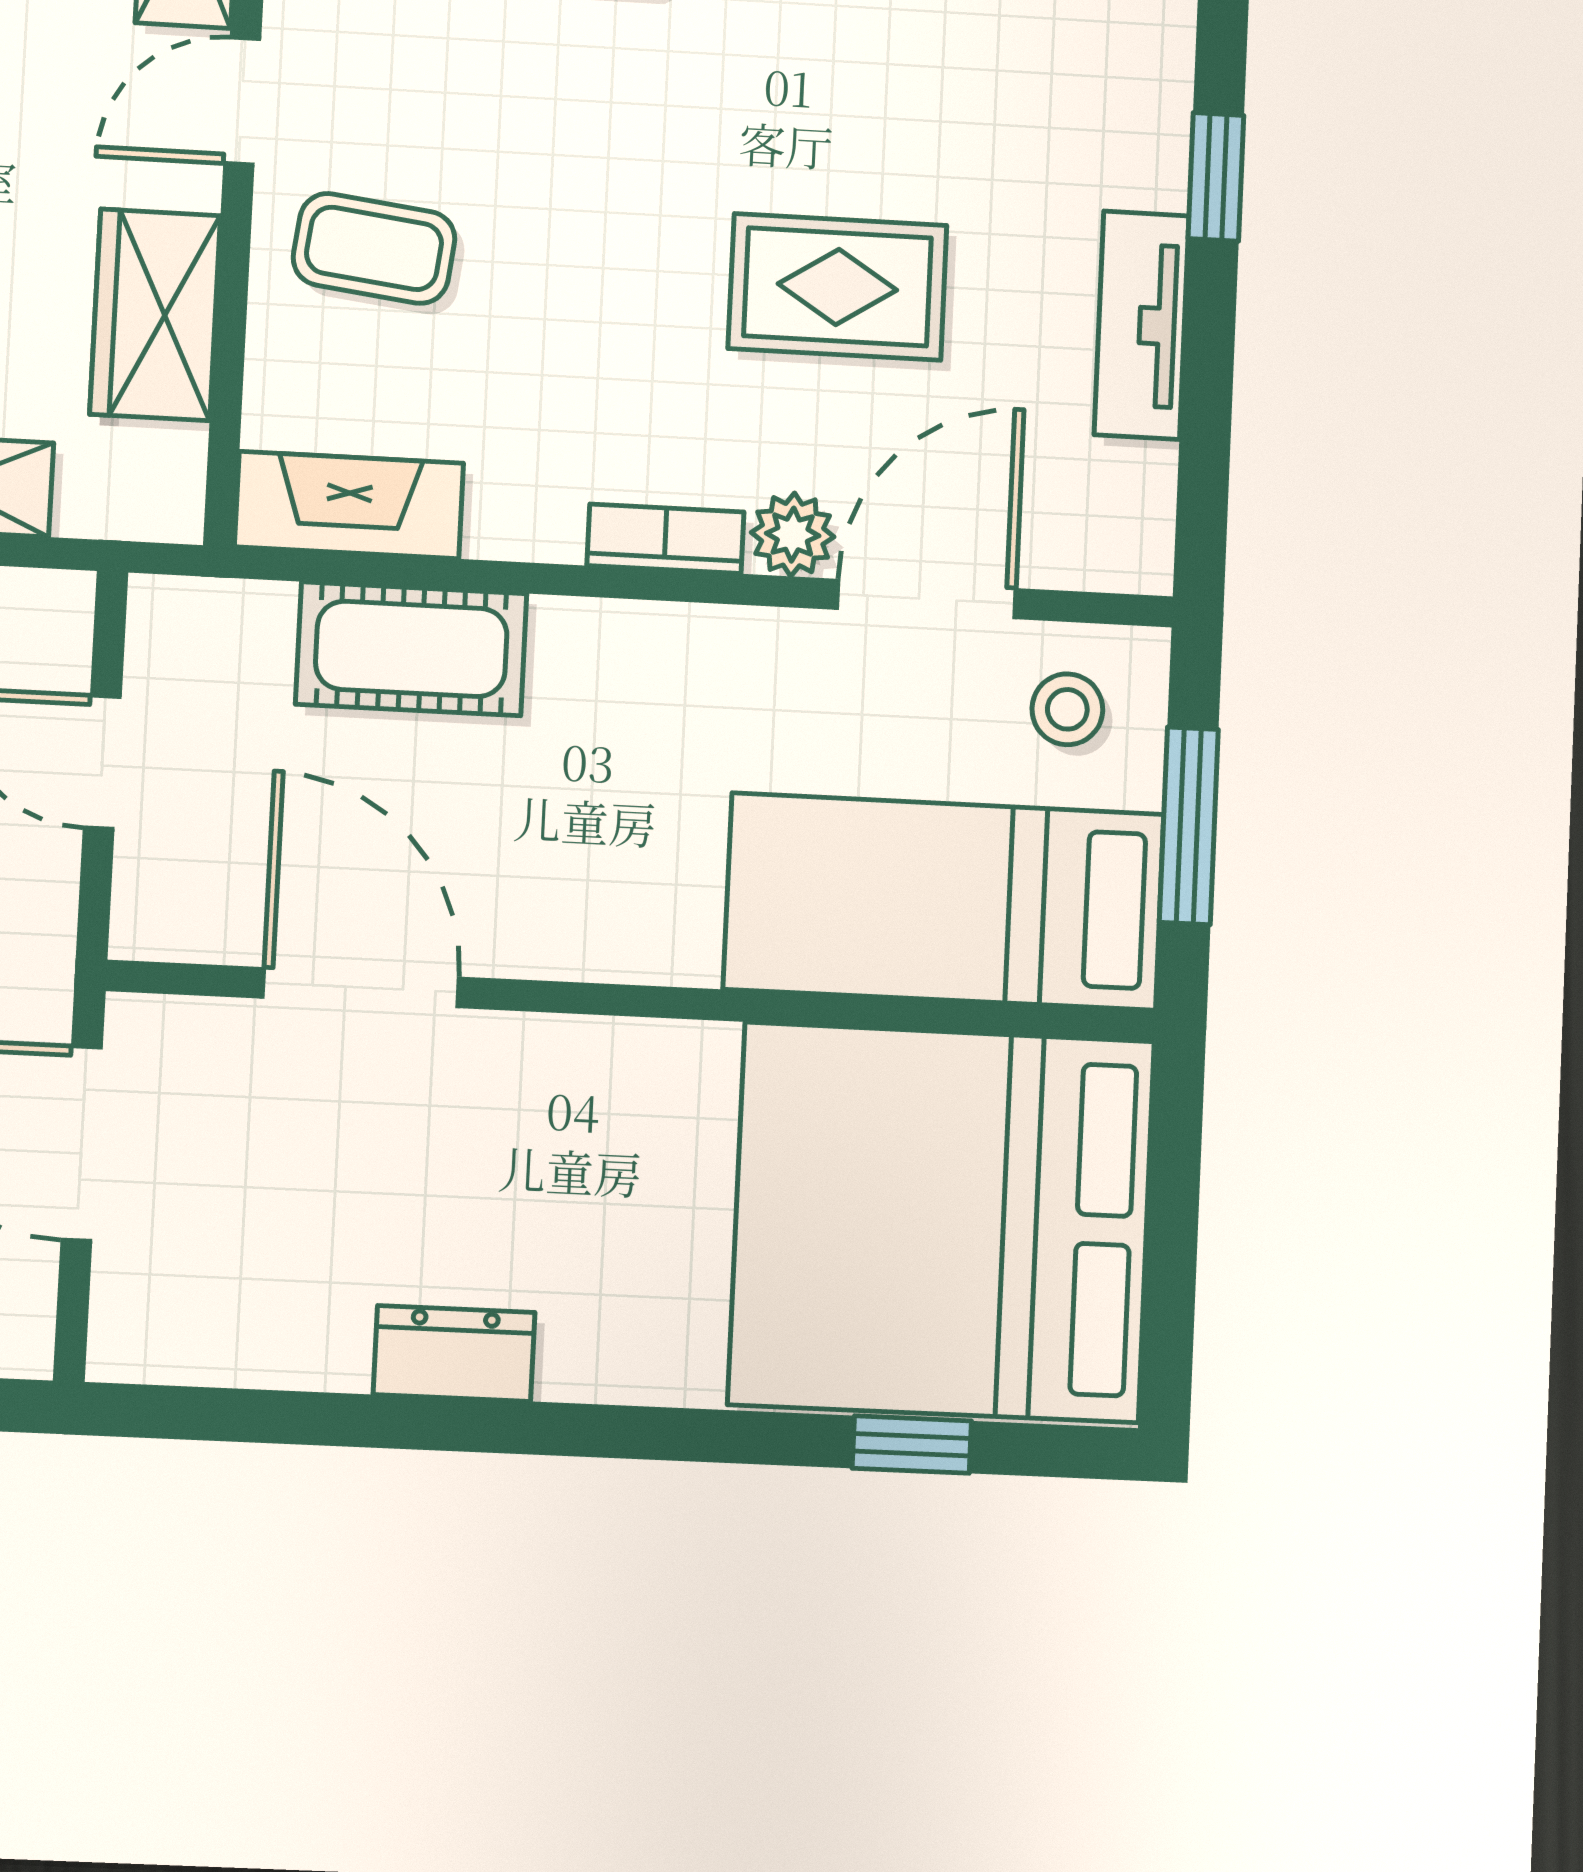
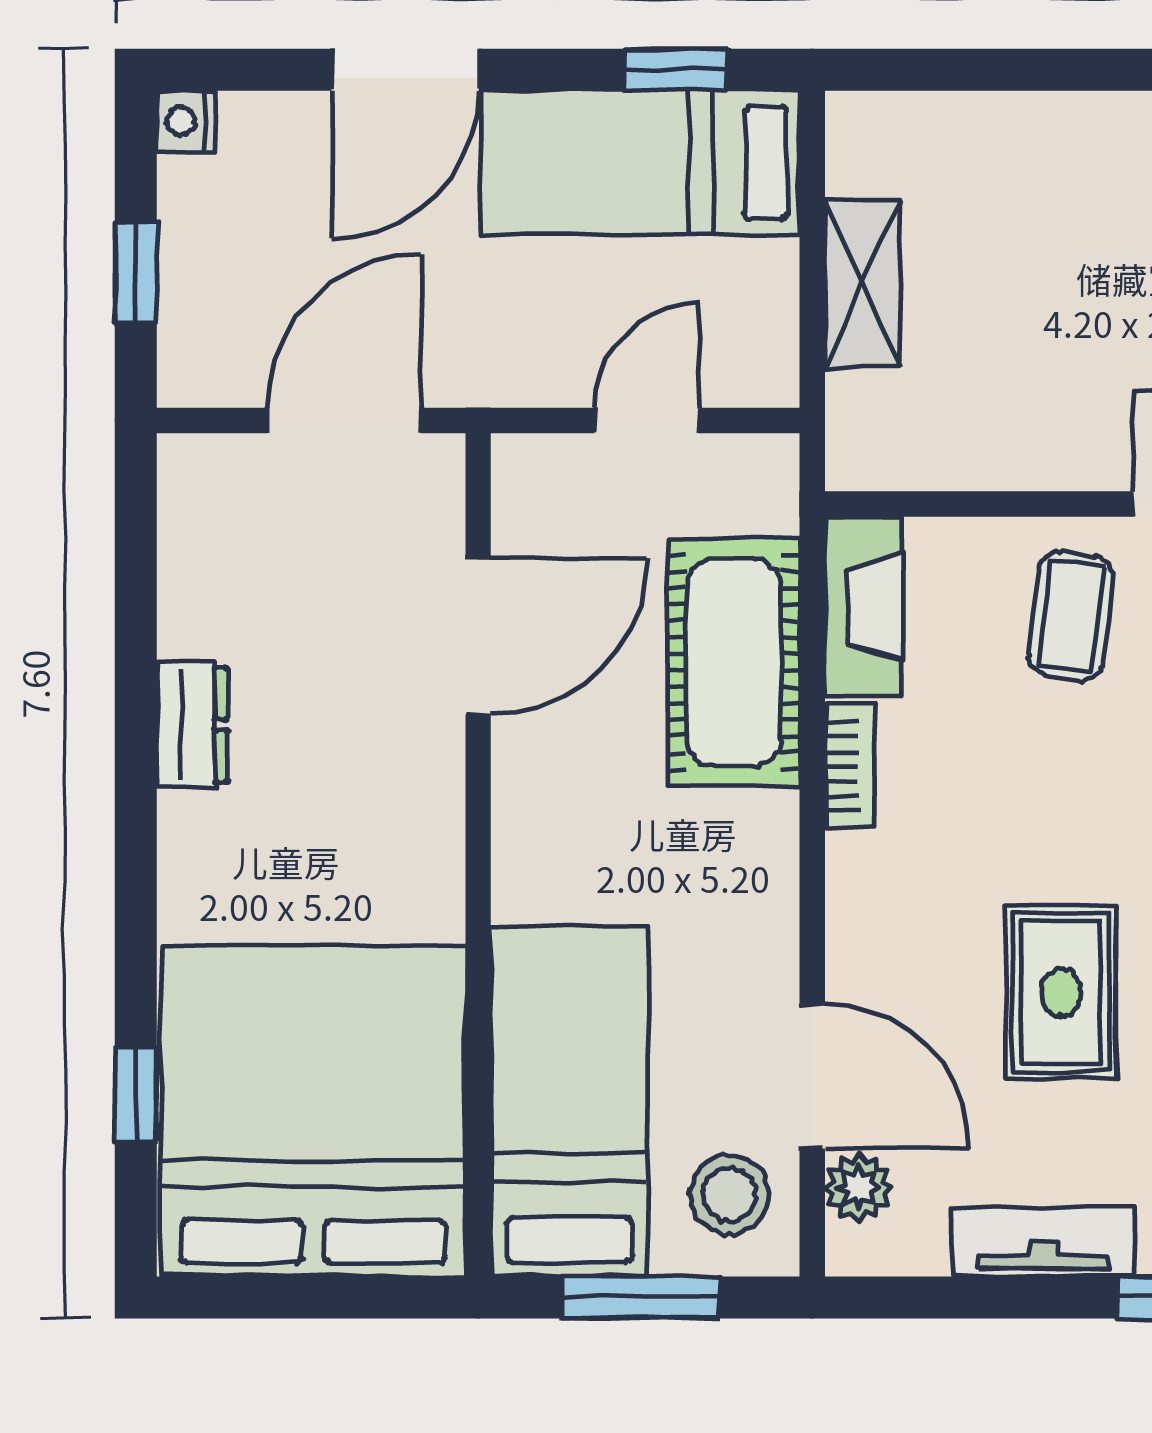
wardrobe: (155, 315) -> (1008, 443), removed
plant: (793, 535) -> (859, 1188), moved
bookcase: (665, 539) -> (850, 766), moved
cot: (411, 649) -> (734, 662), width x1.37, depth x1.34
stool: (1067, 709) -> (729, 1194), width x1.37, depth x1.37

